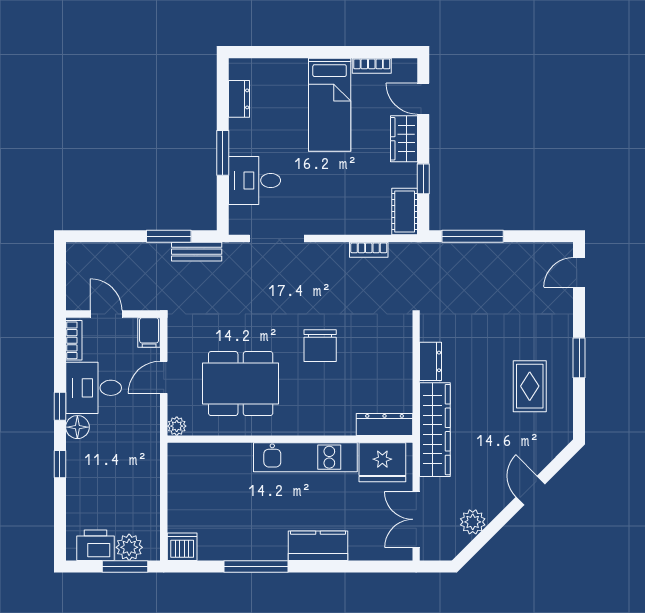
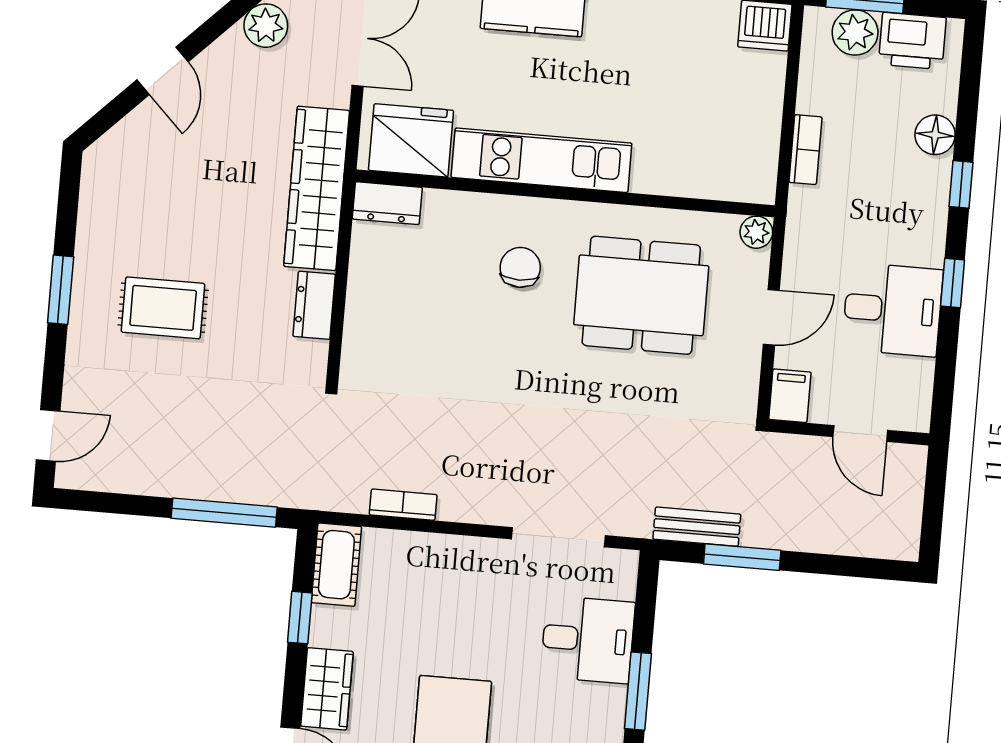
bookcase: (74, 340) -> (805, 150), moved, turned 180
chair: (320, 346) -> (520, 267), moved, width x0.73, depth x0.73
rug: (530, 386) -> (163, 308), moved, turned 90
dresser: (385, 425) -> (387, 203), width x0.70
floor lamp: (77, 427) -> (935, 135), moved

